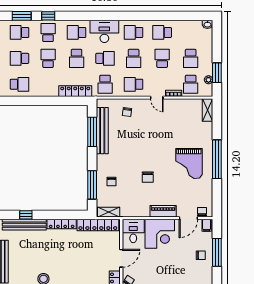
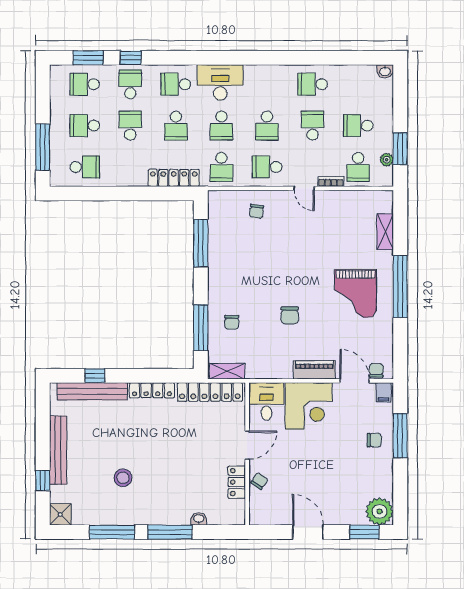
school desk: (134, 32) -> (267, 84), removed
school desk: (105, 58) -> (221, 126), turned 90
school desk: (191, 58) -> (358, 126), turned 90
shelving: (208, 110) -> (385, 232), moved
bench: (102, 131) -> (217, 241), removed
door: (188, 218) -> (354, 381), swing flipped

